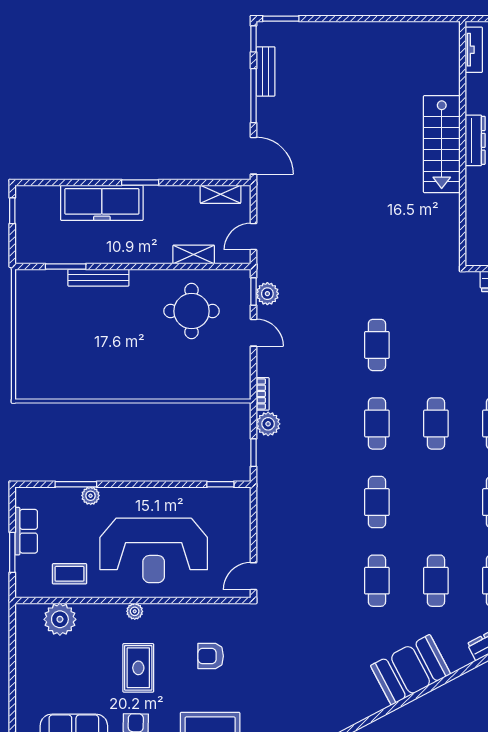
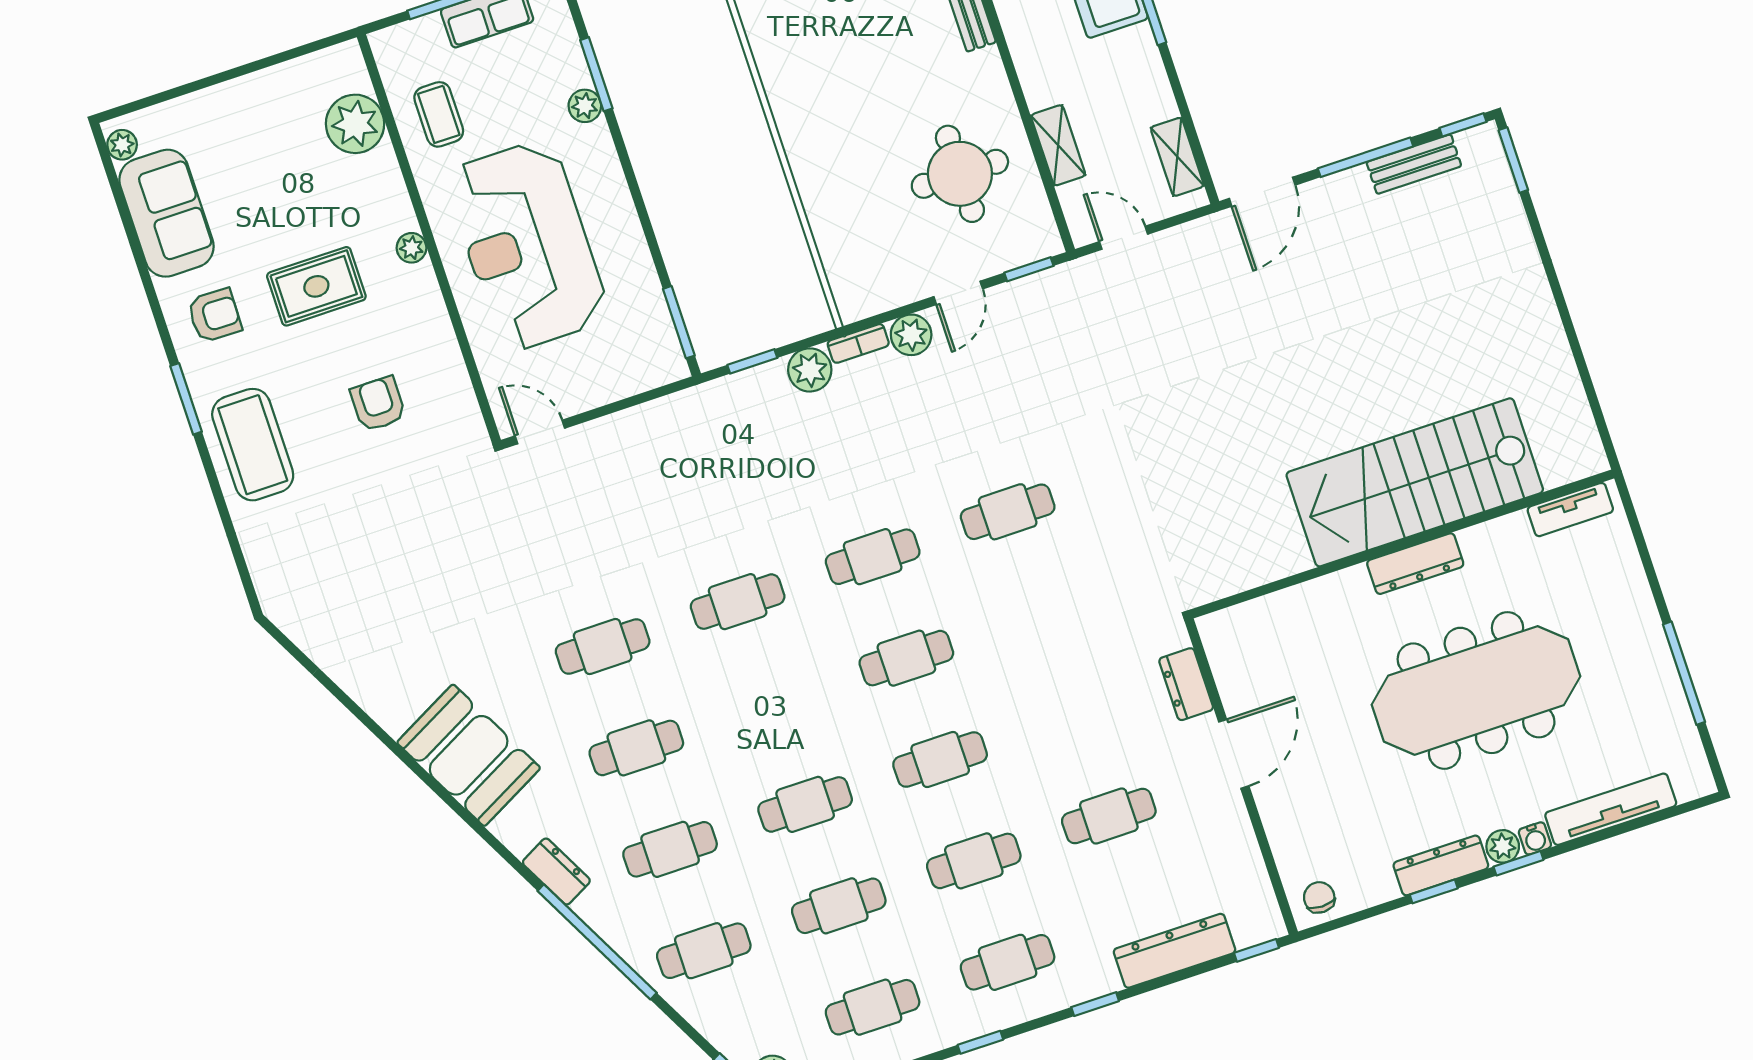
stairs: (442, 144) -> (1415, 482), width x1.36, depth x1.51
plant: (267, 294) -> (911, 335), moved
window: (220, 484) -> (679, 322), width x1.50

